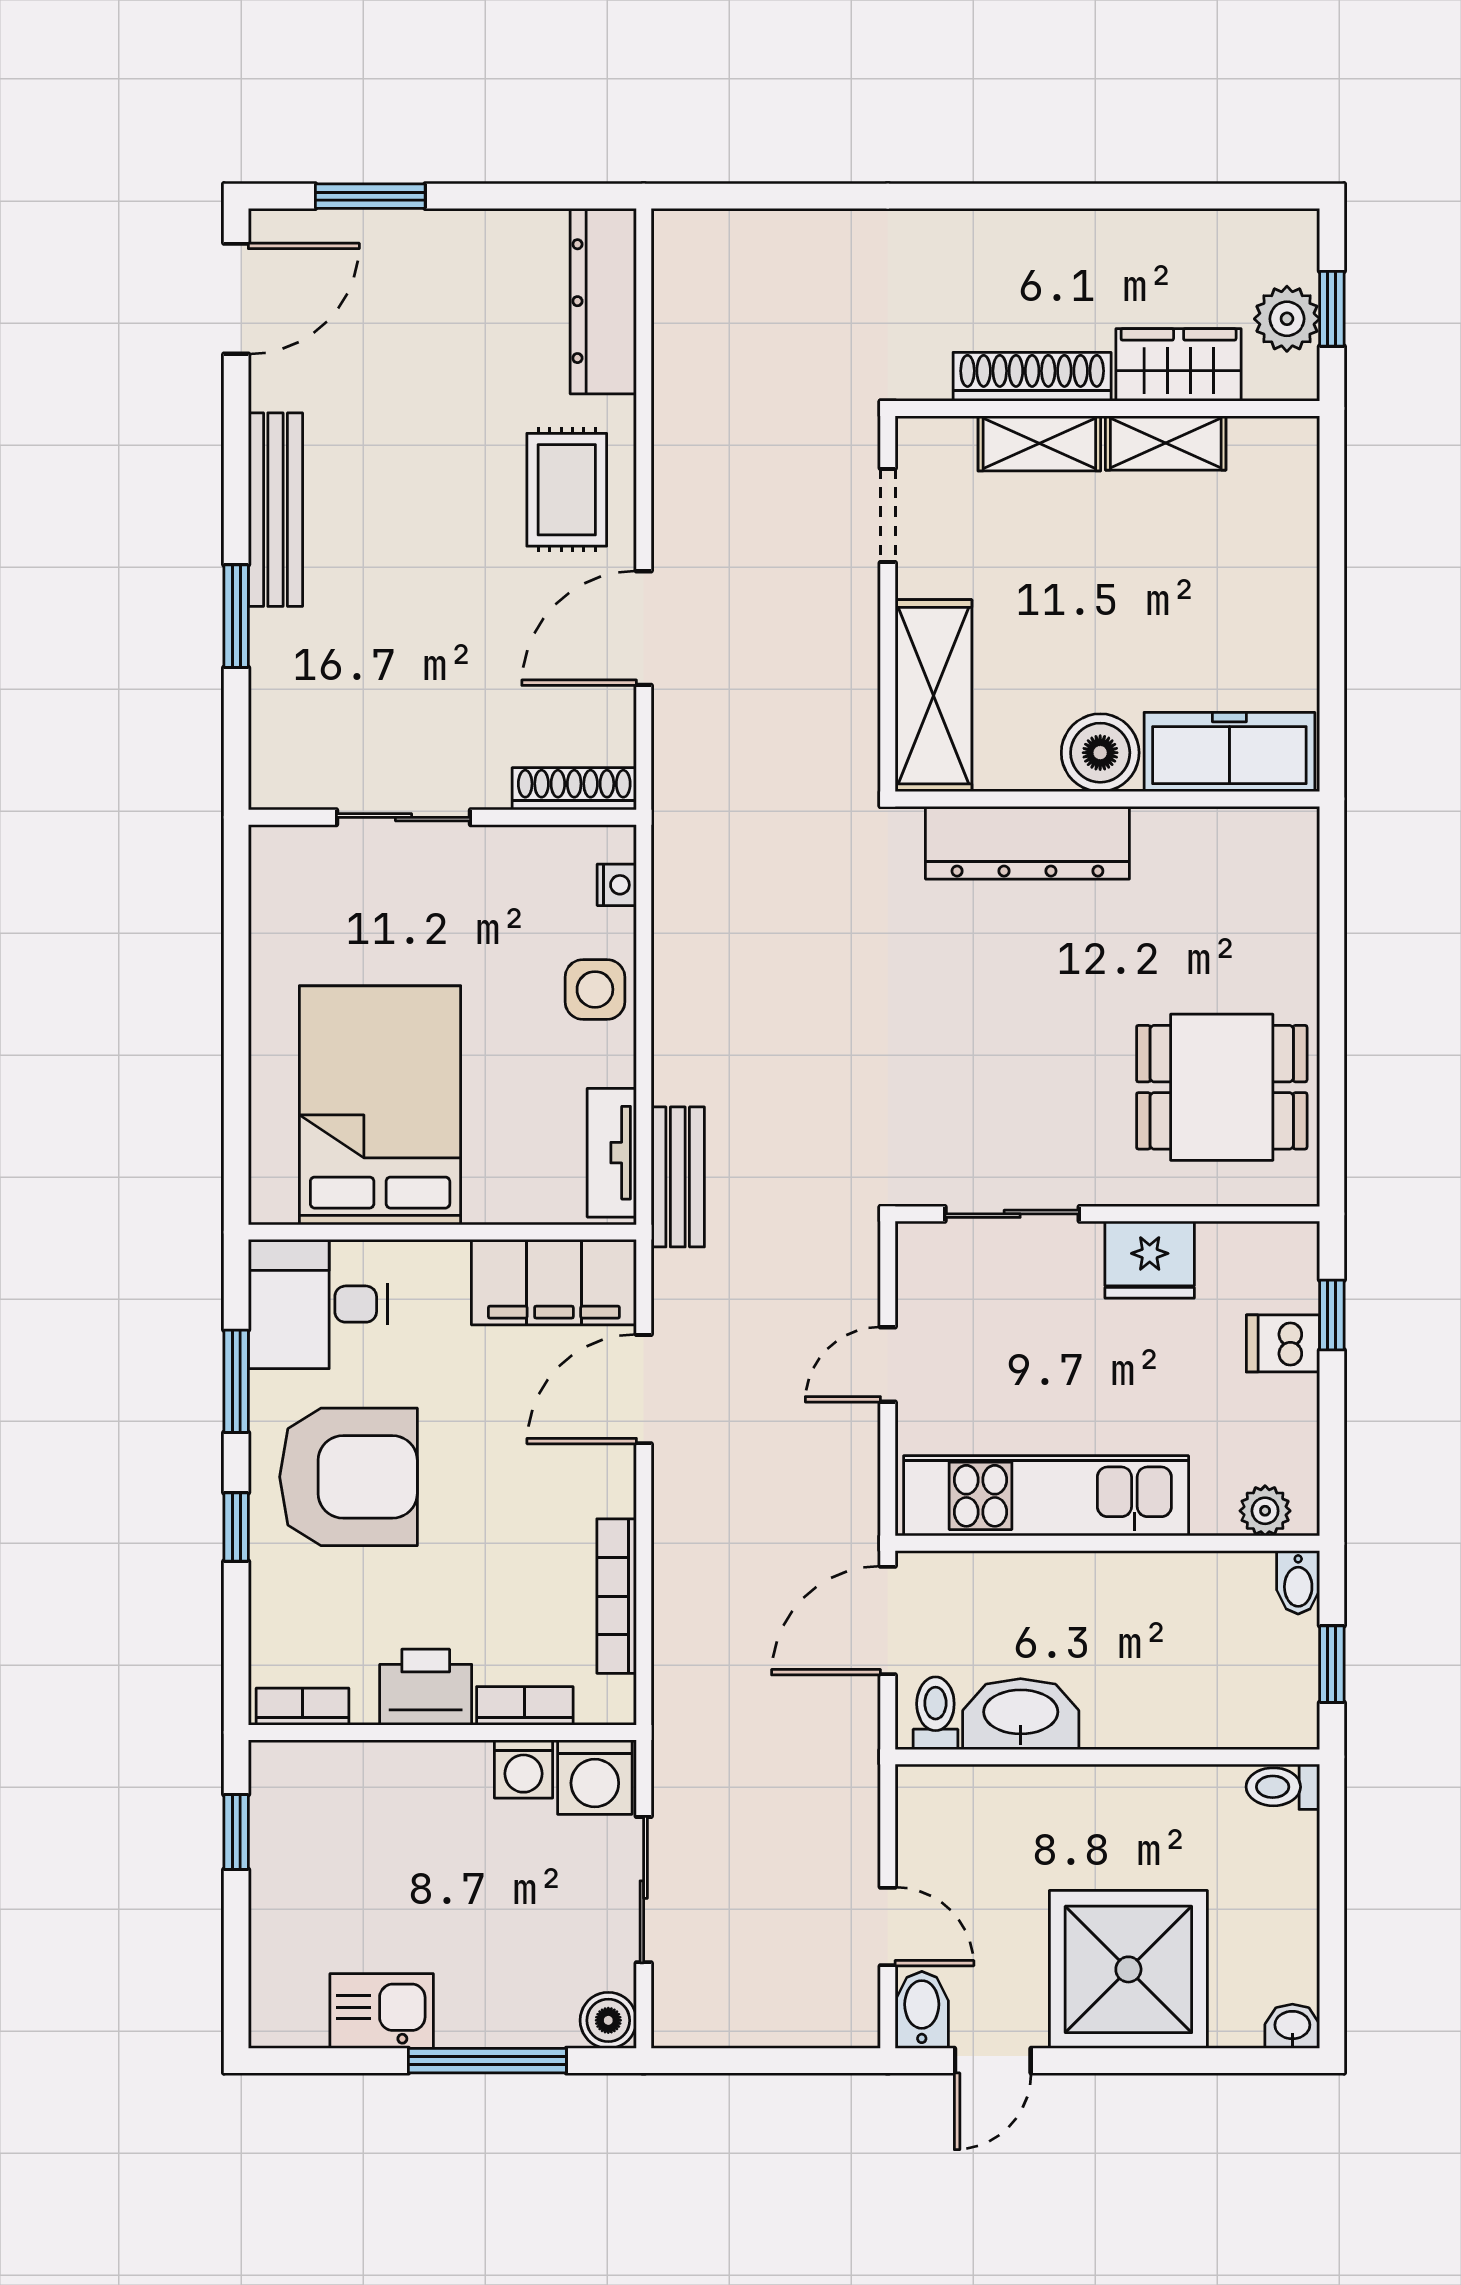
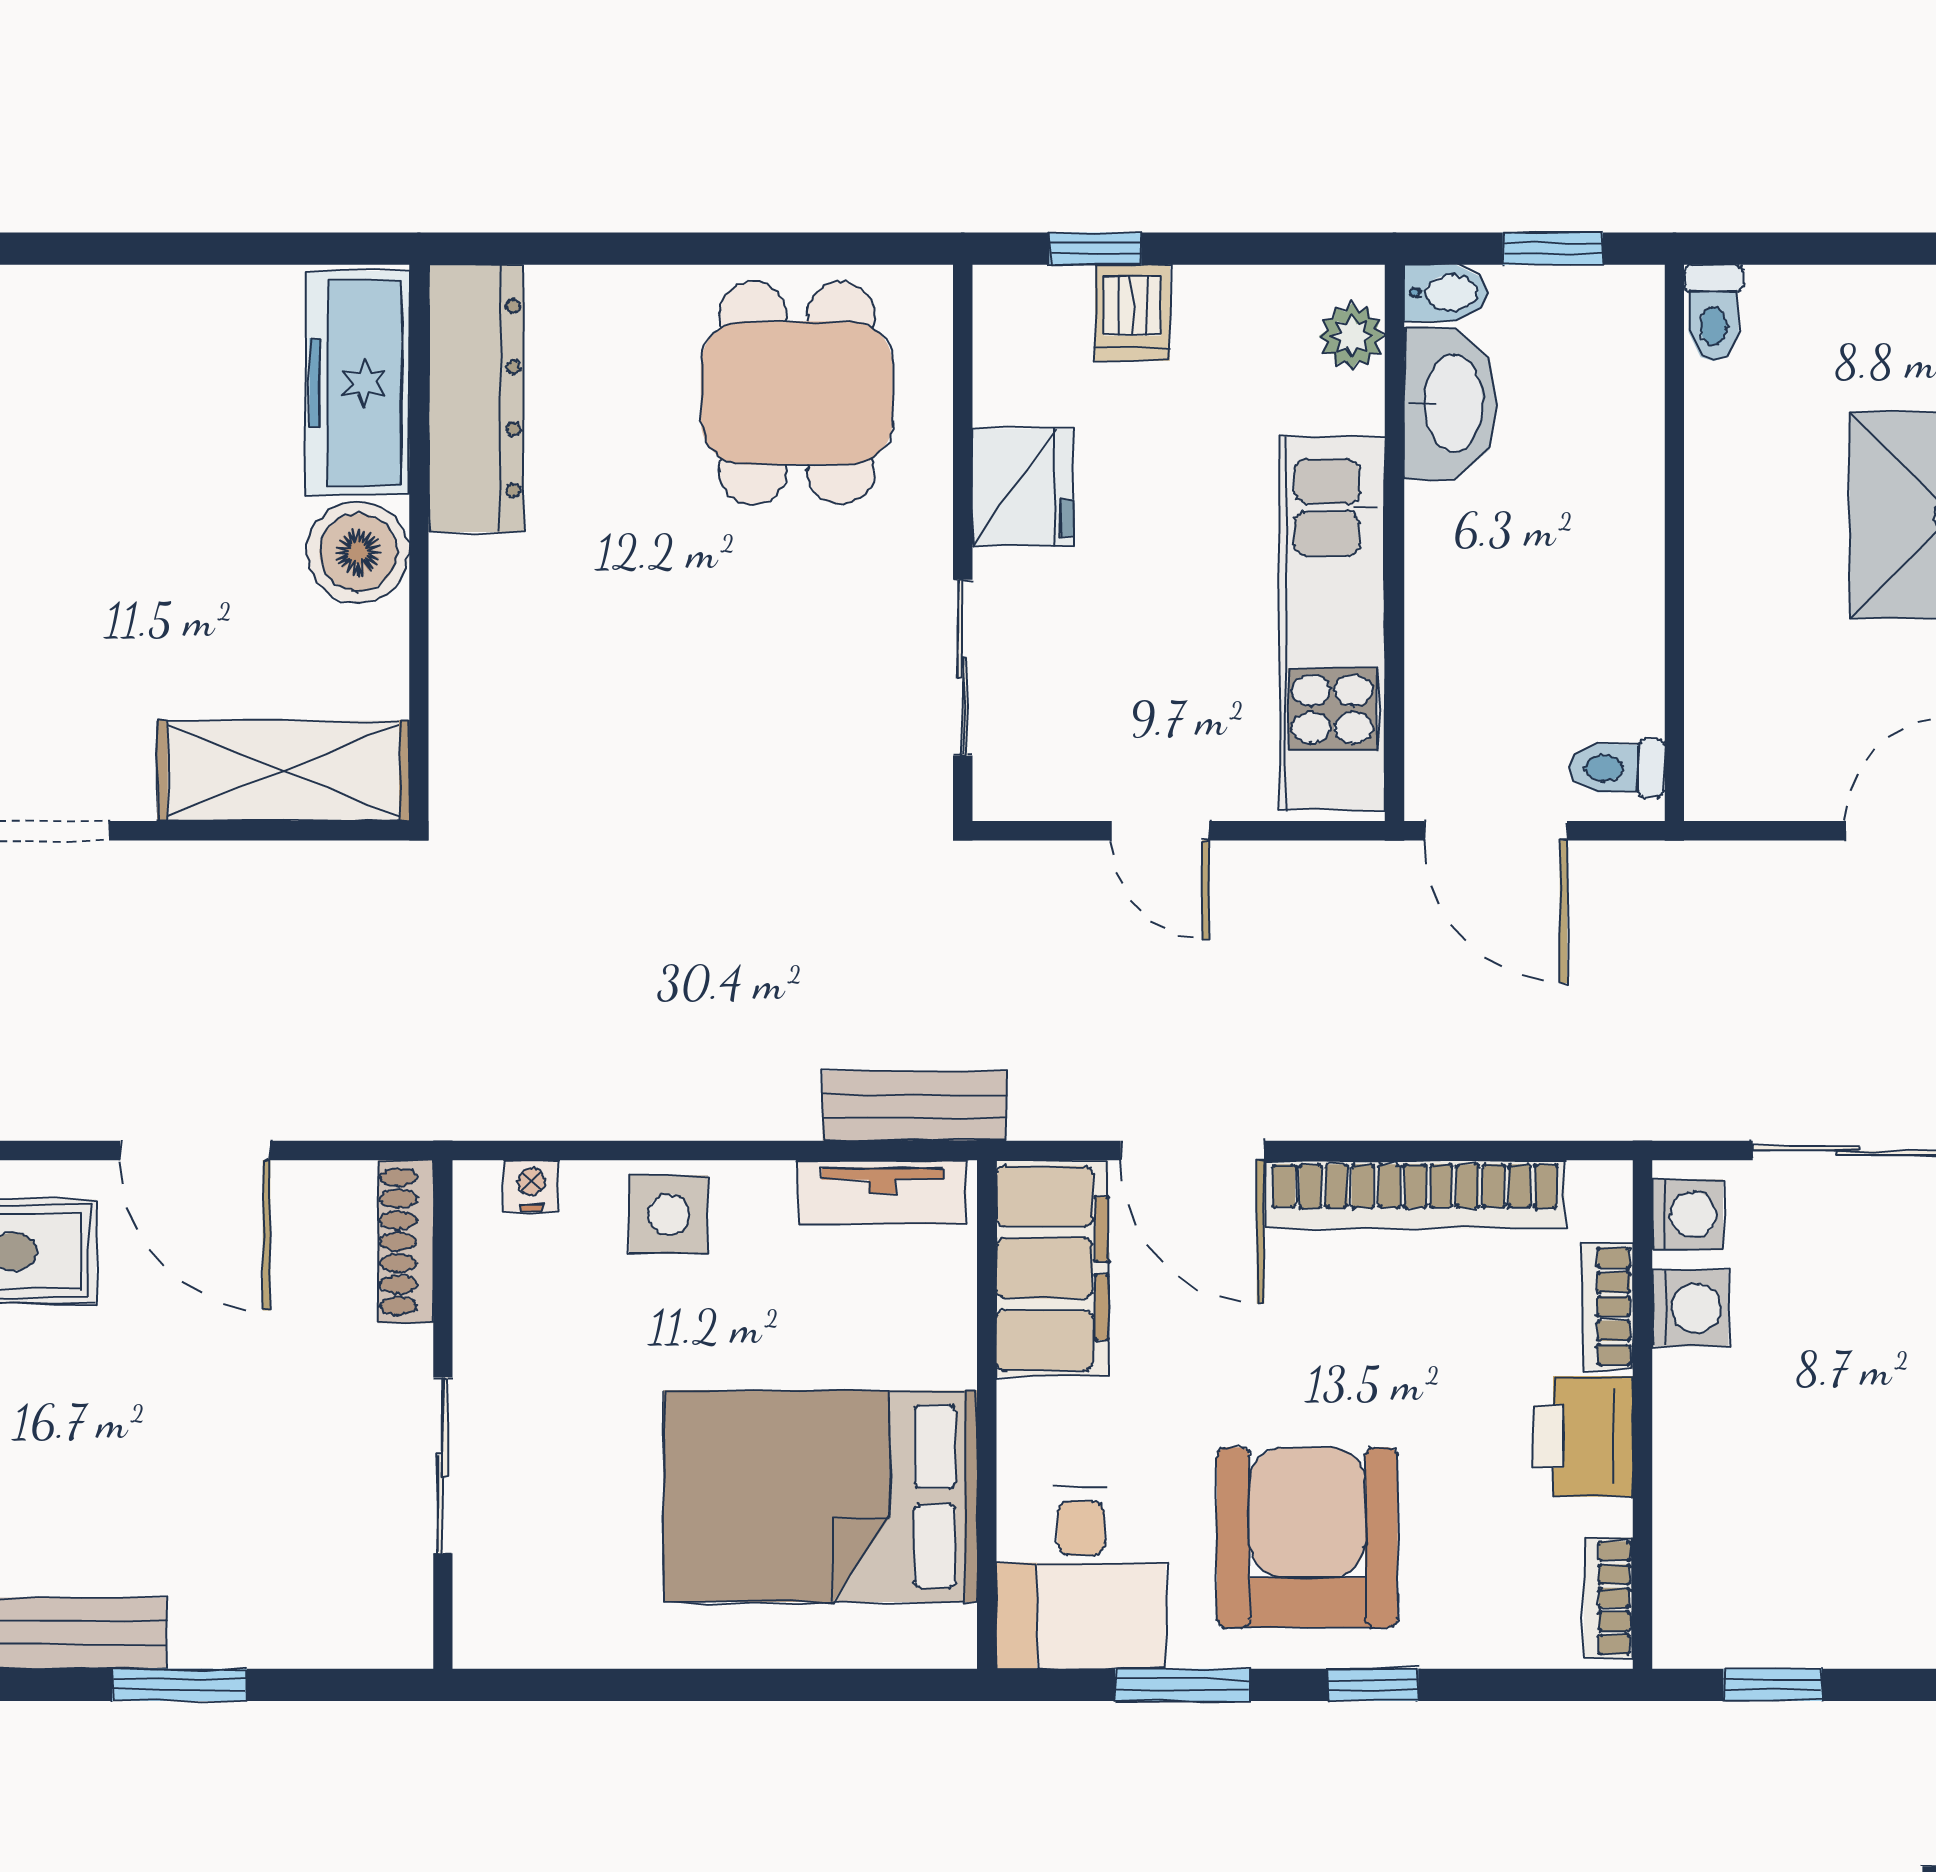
dresser: (1027, 843) -> (476, 398), moved
bookcase: (617, 1596) -> (1415, 1194), width x1.48, depth x1.31
washbasin: (1021, 1714) -> (1451, 404), moved, turned 180
washing machine: (595, 1777) -> (1687, 1215), width x0.73, depth x0.73

